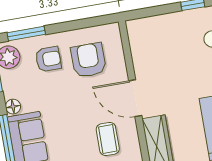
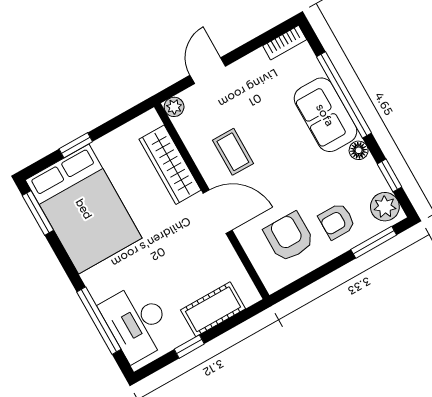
cot: (165, 26) -> (213, 309), added
armchair: (88, 60) -> (289, 237), turned 180

